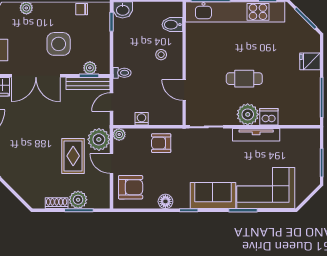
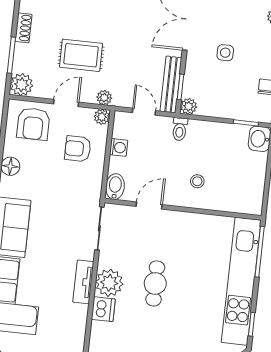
bidet: (172, 25) -> (115, 187), moved
side table: (59, 44) -> (225, 53), width x0.54, depth x0.54
plant: (90, 68) -> (189, 106), moved
tv unit: (256, 135) -> (83, 282), width x0.71
plant: (99, 139) -> (104, 98), width x0.53, depth x0.53
armchair: (161, 143) -> (78, 149), moved, turned -90
plant: (78, 200) -> (22, 85), moved

